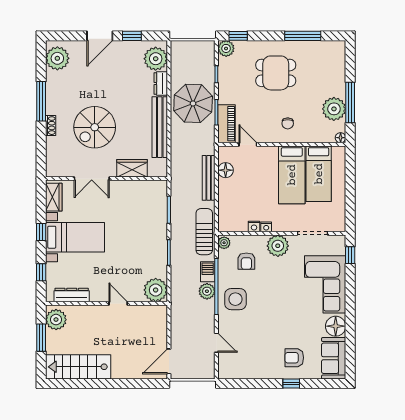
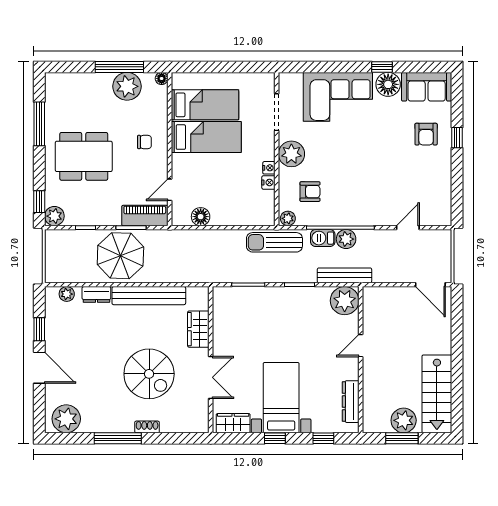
plant: (156, 59) -> (67, 294), width x0.53, depth x0.53
dining table: (276, 73) -> (84, 156), width x1.38
bench: (209, 178) -> (344, 275), moved
window: (350, 255) -> (382, 67), moved
side table: (235, 299) -> (356, 205), removed
plant: (56, 320) -> (404, 420), moved

